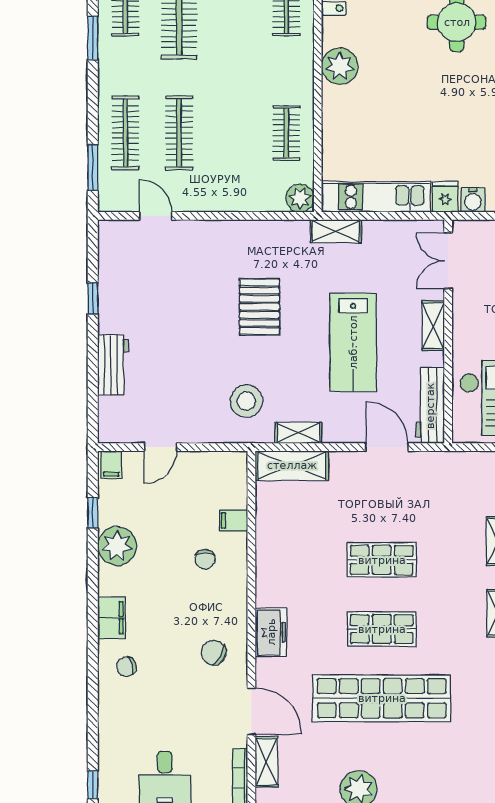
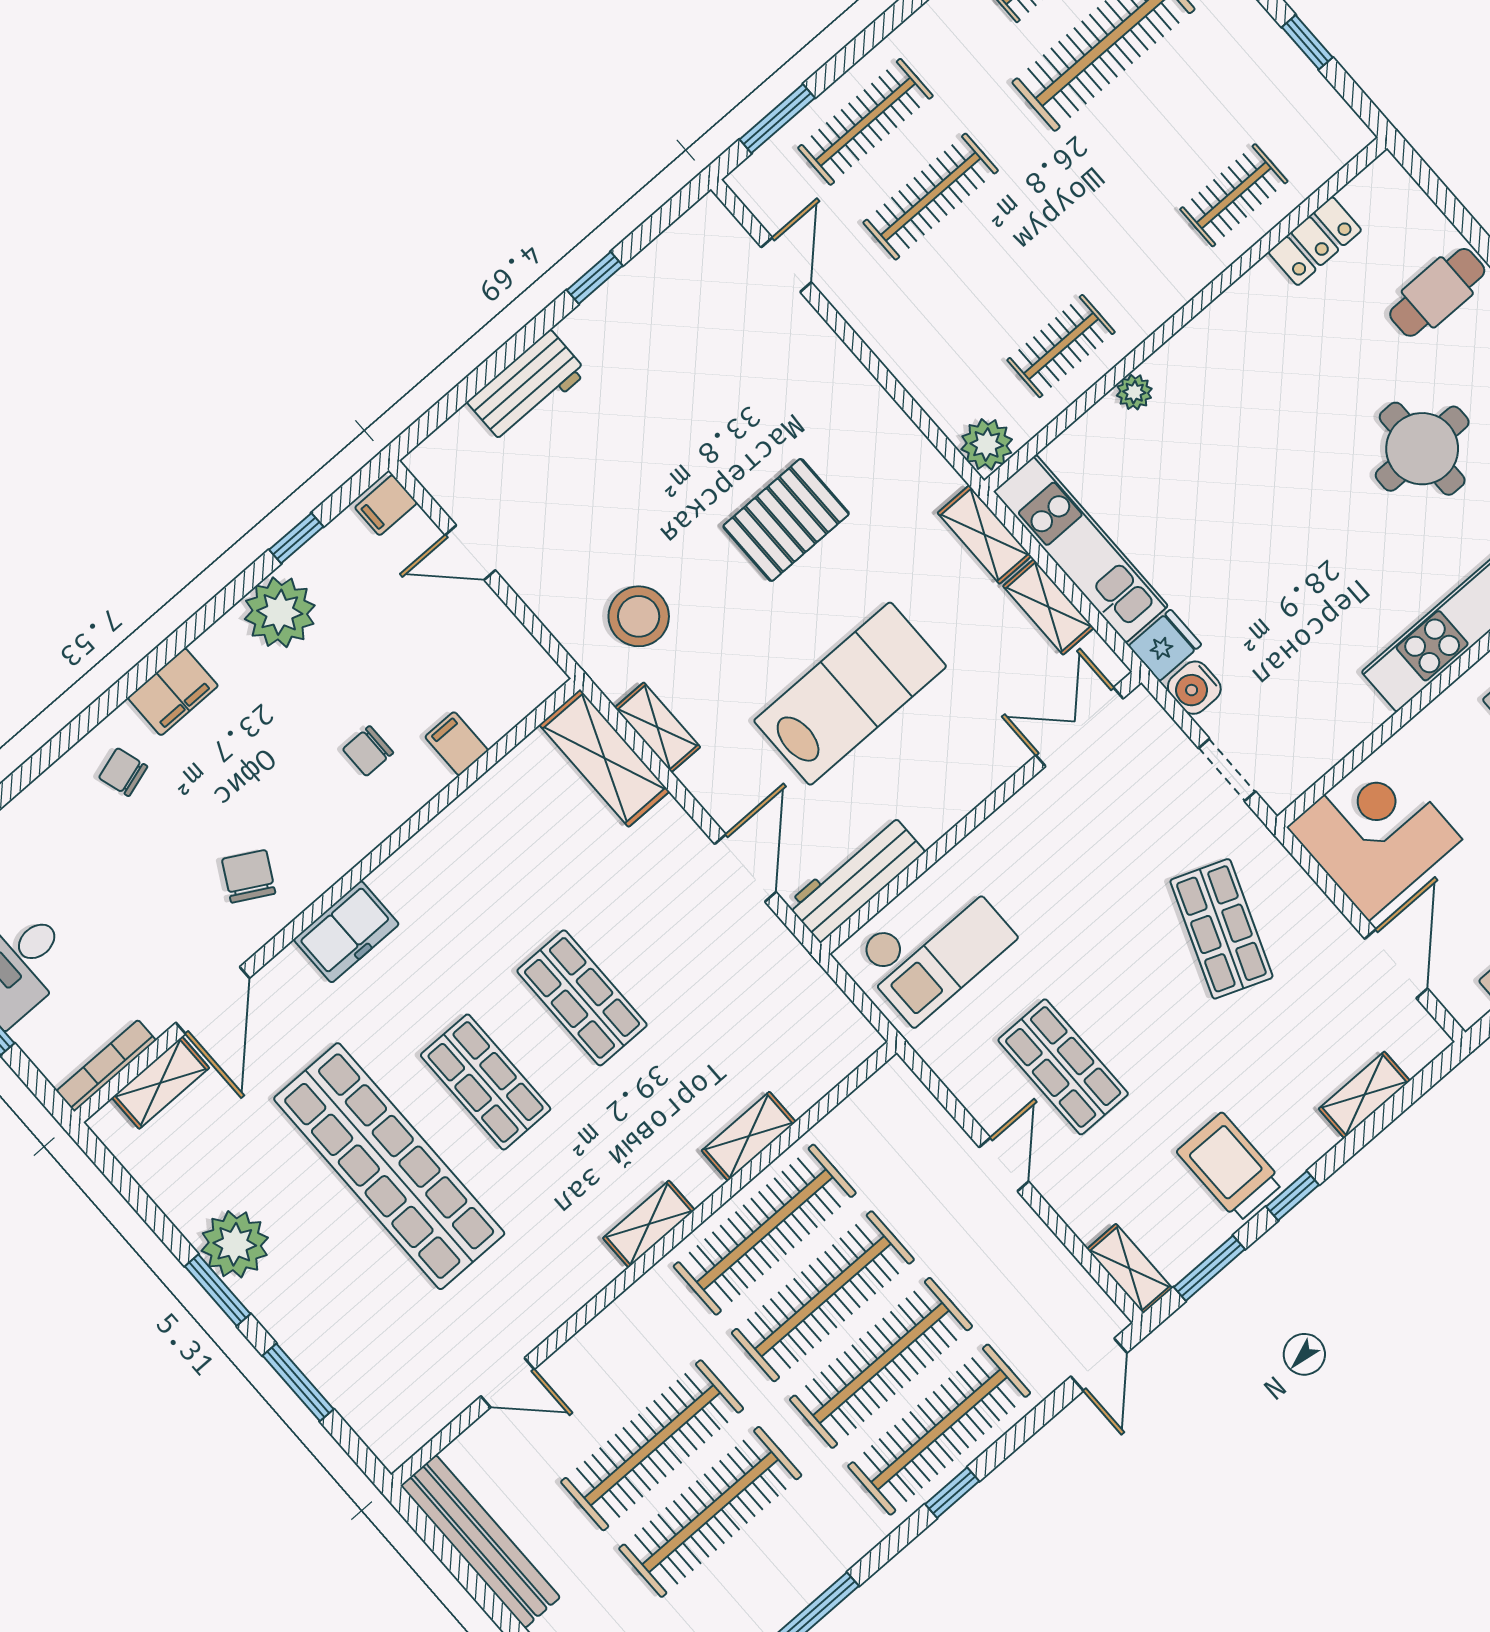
plant: (340, 66) -> (1134, 392), moved, width x0.53, depth x0.53
shelving: (433, 326) -> (1048, 607), moved, turned 90
lab bench: (353, 342) -> (850, 694), turned 180

